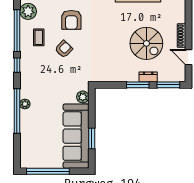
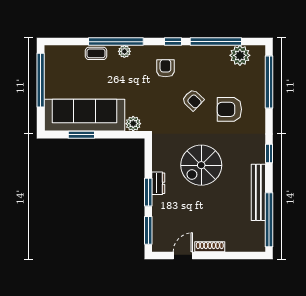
coffee table: (39, 37) -> (96, 53), moved
spiral stairs: (146, 43) -> (201, 165), moved
armchair: (38, 71) -> (165, 68), added
dresser: (148, 77) -> (158, 183), moved

